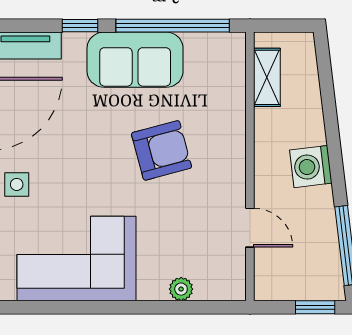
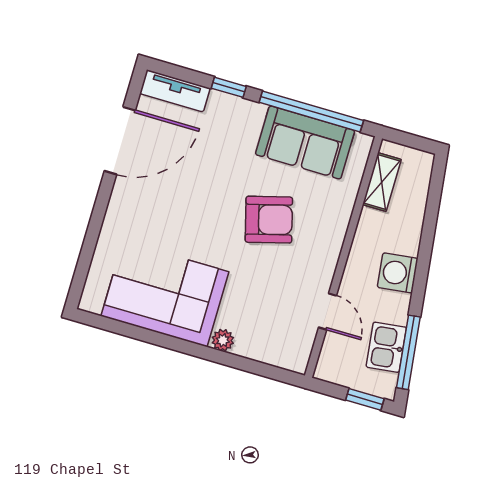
sofa: (135, 60) -> (305, 142), moved
side table: (17, 184) -> (131, 212), removed
kitchen sink: (322, 247) -> (386, 347), added
plant: (181, 289) -> (223, 340), moved

